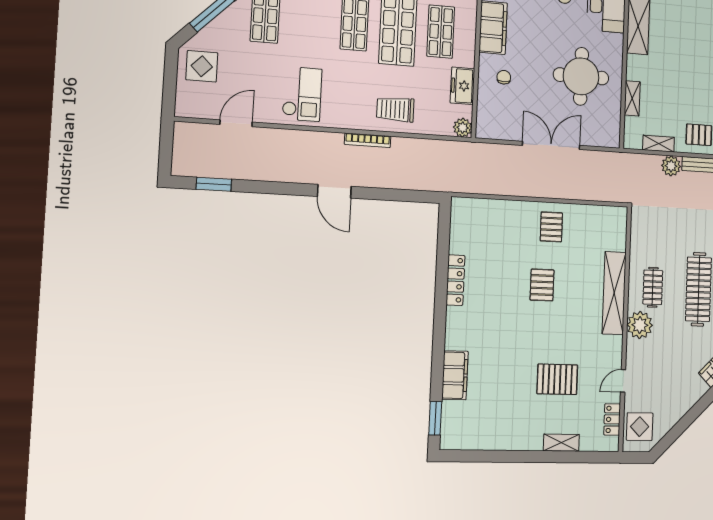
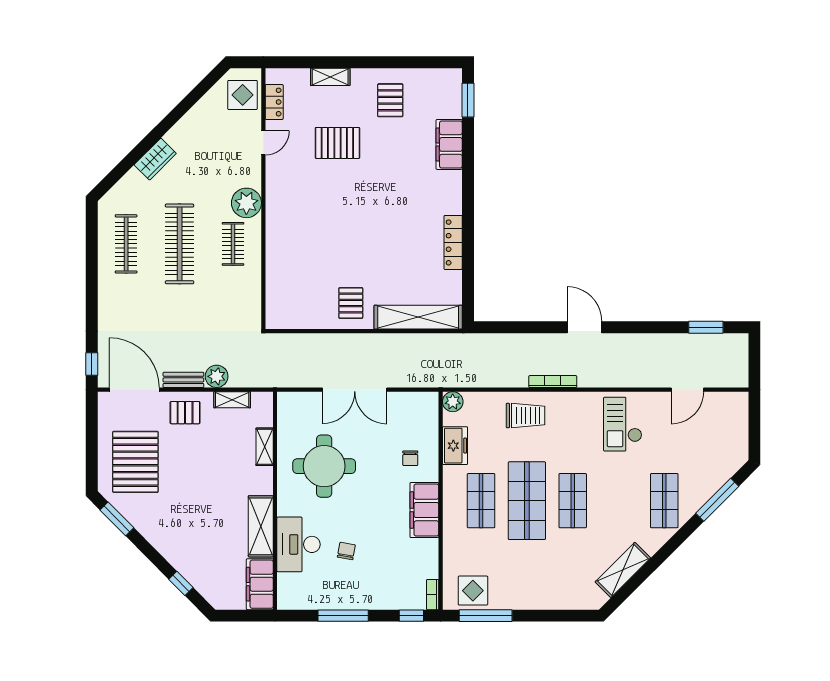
display table: (202, 66) -> (724, 444), removed
pallet: (542, 285) -> (390, 100), moved
shelving: (614, 293) -> (418, 317), moved, turned 90

